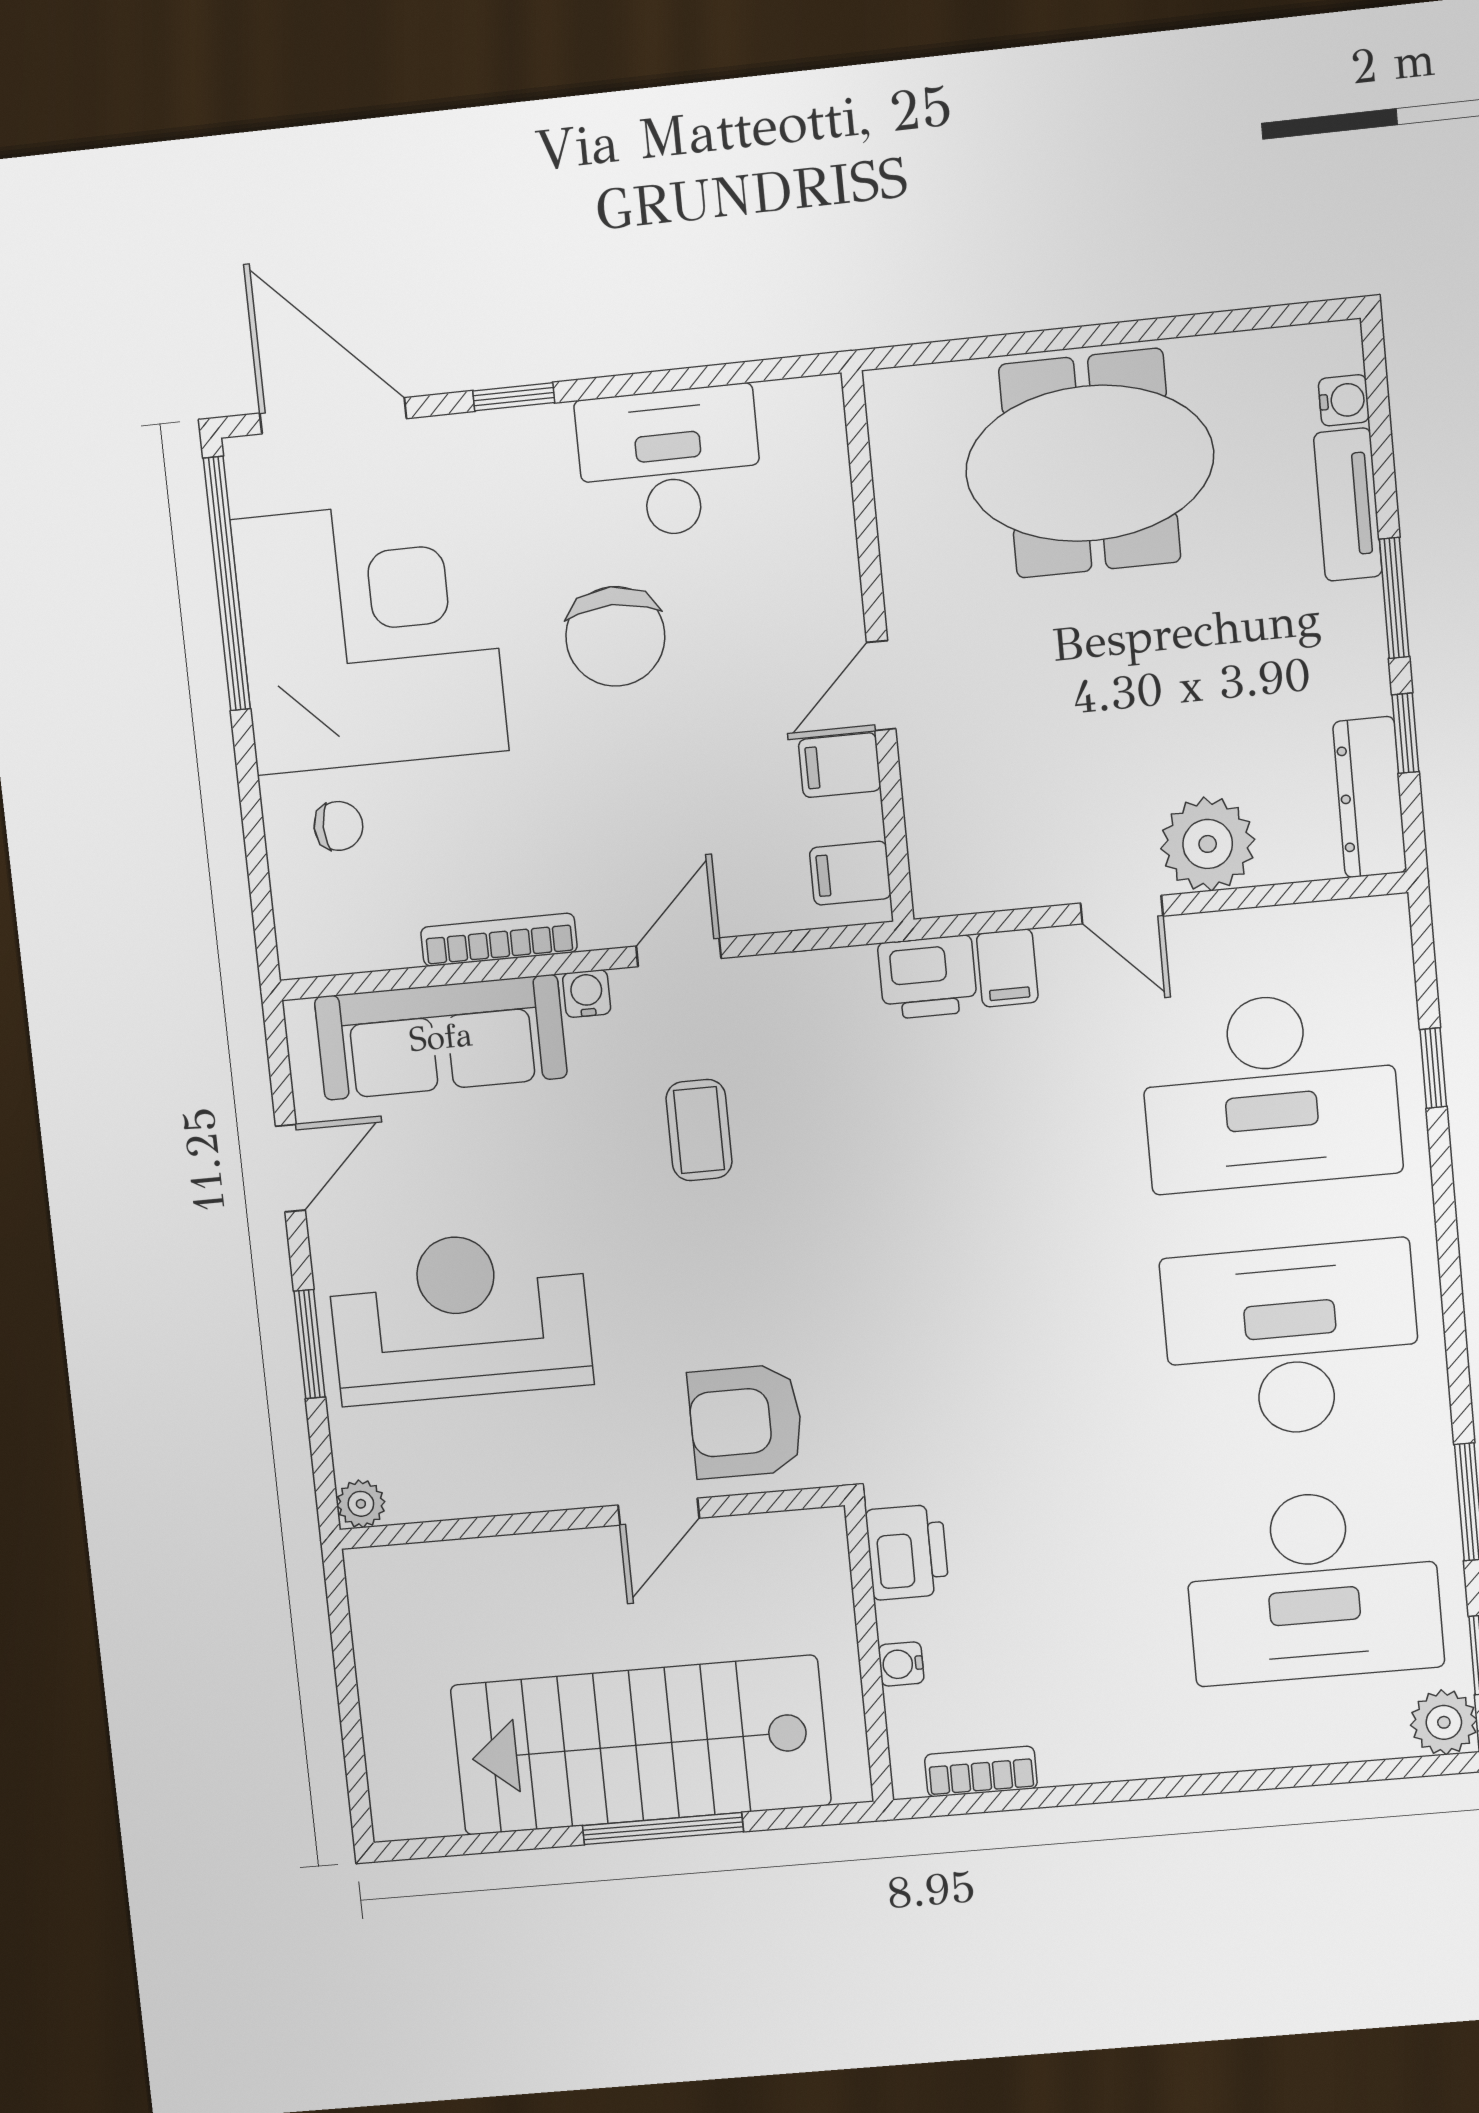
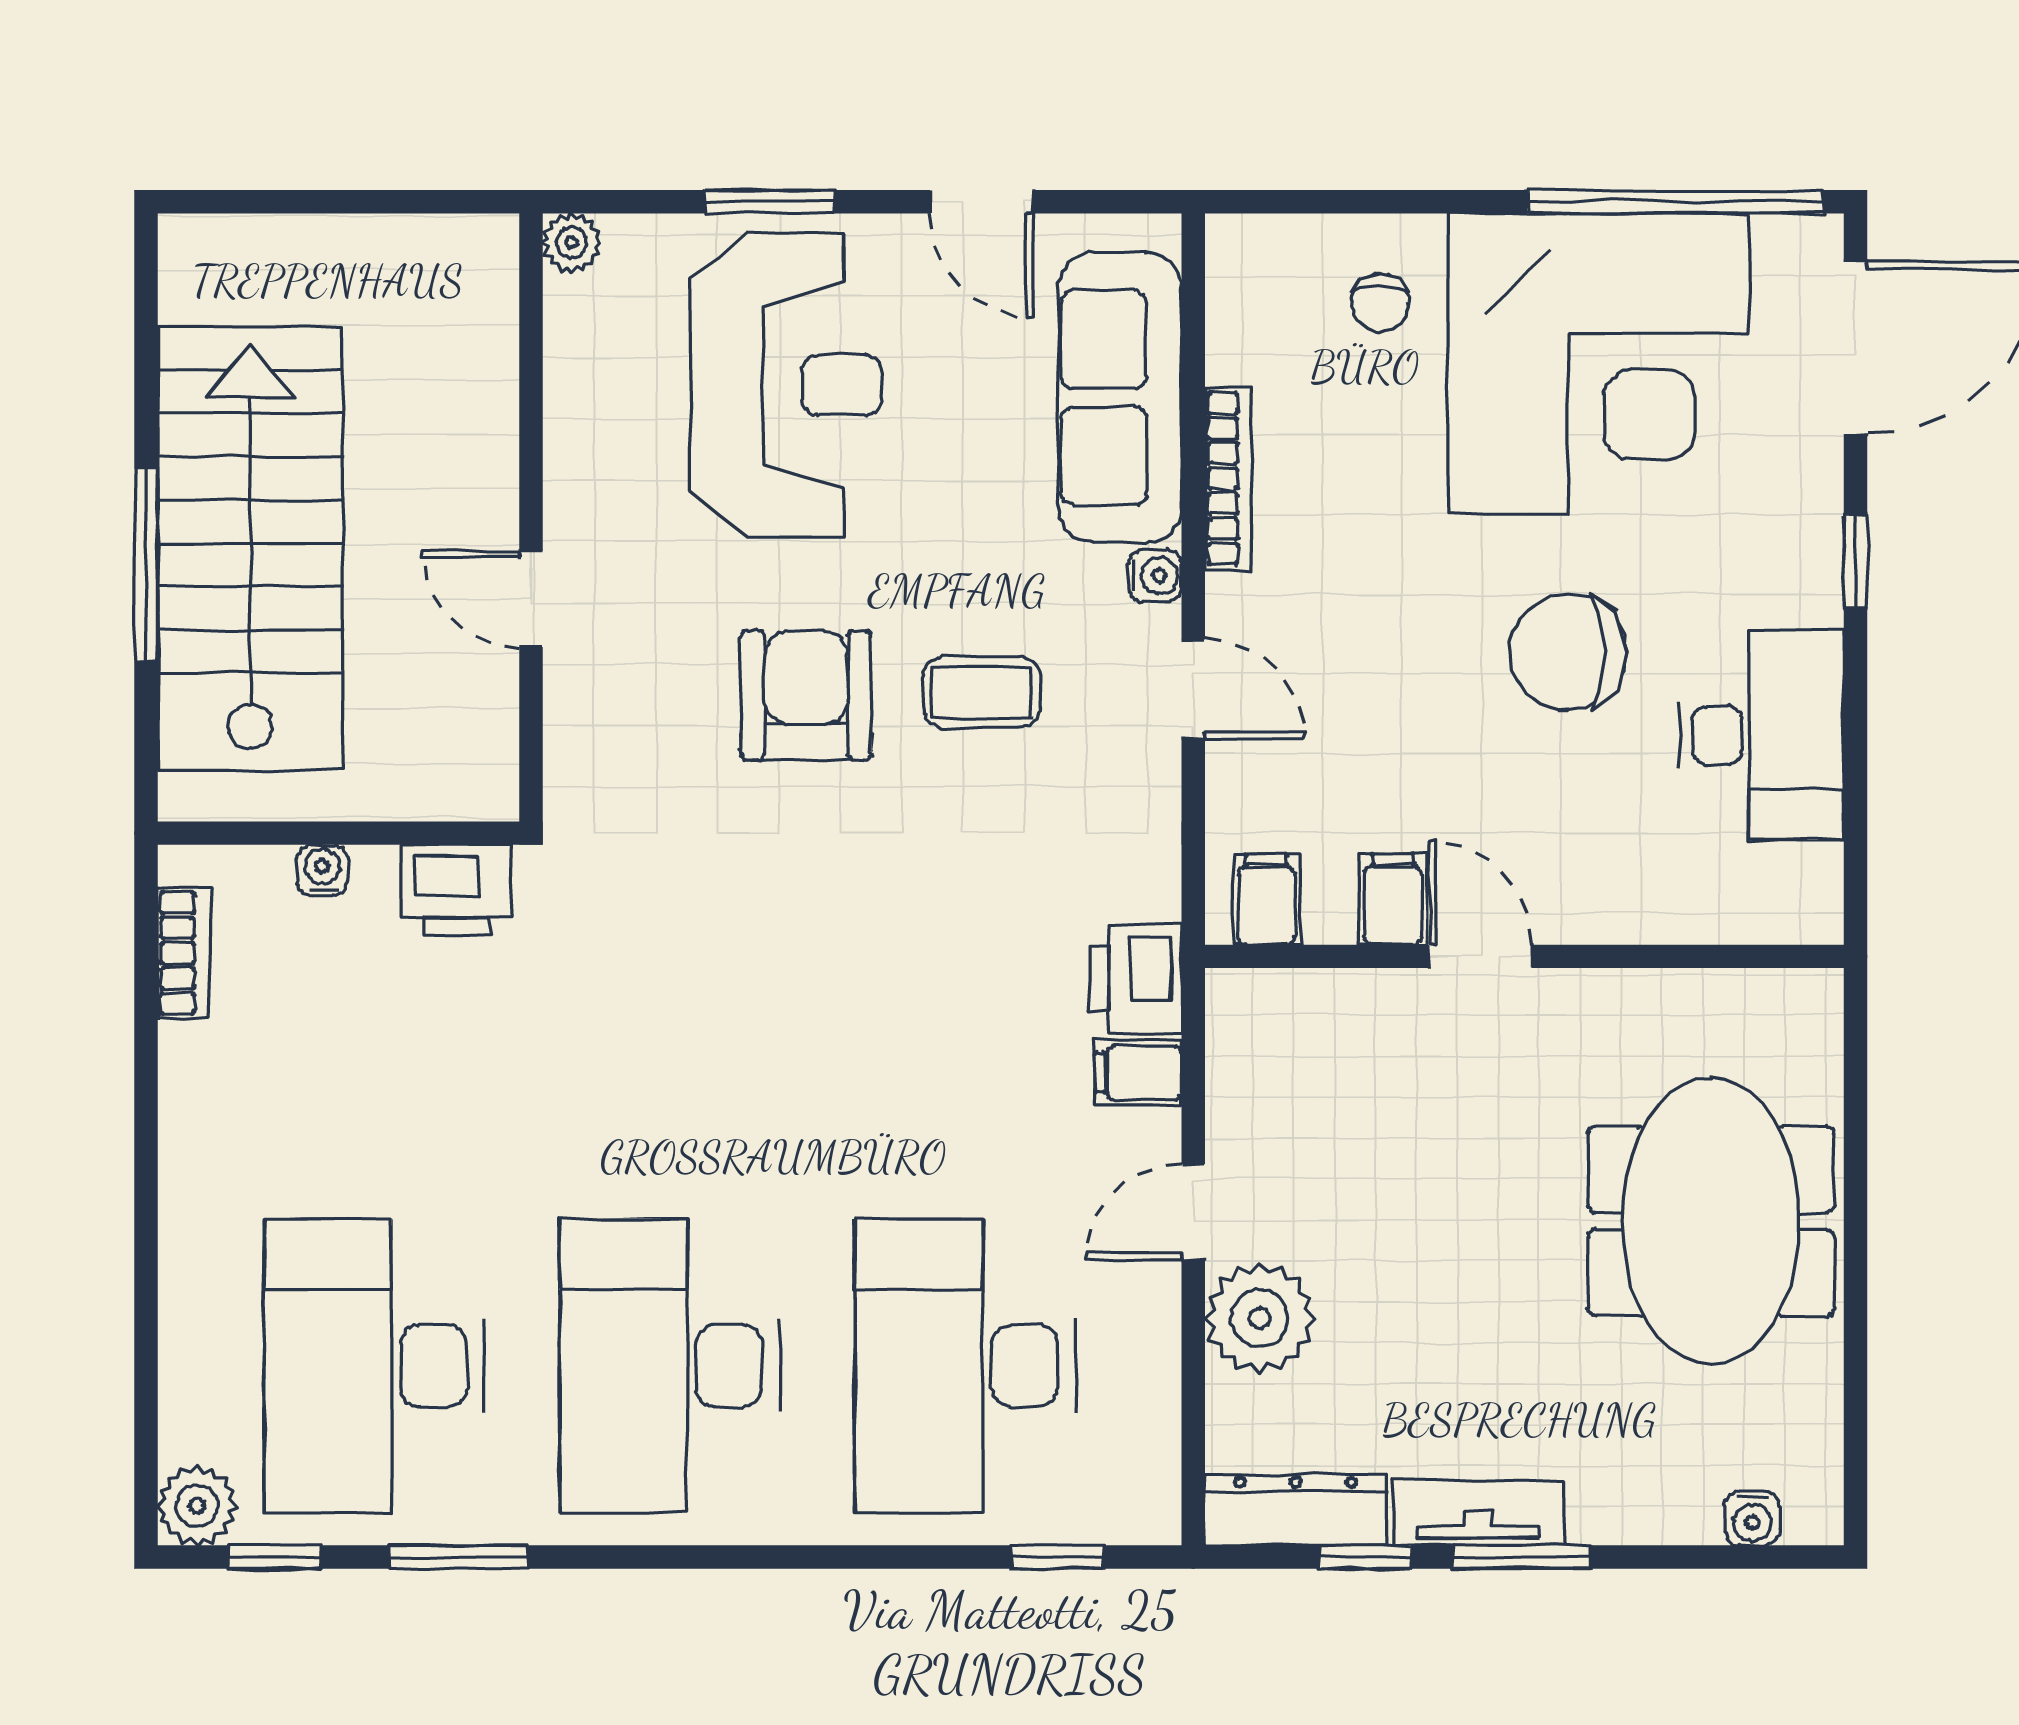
tv unit: (1348, 505) -> (1478, 1513), moved
window: (1433, 1068) -> (1057, 1557), moved
desk: (1292, 1340) -> (670, 1366), turned 180
armchair: (746, 1421) -> (806, 695), moved

